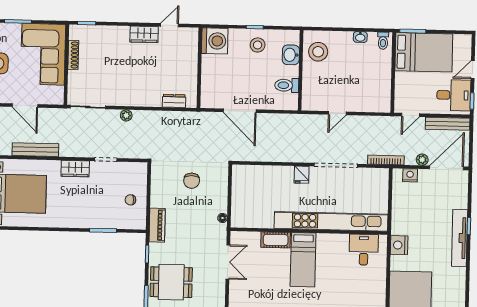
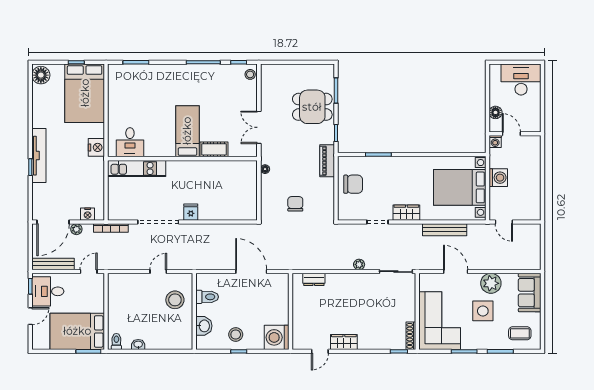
stool: (318, 52) -> (175, 300), moved
shoe rack: (73, 55) -> (411, 336), moved
chair: (130, 200) -> (353, 184), width x1.87, depth x1.87
kitchen unit: (331, 221) -> (137, 168), width x0.54

